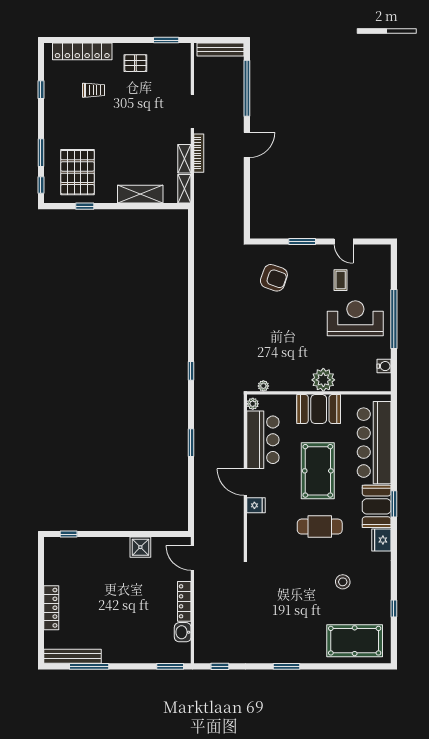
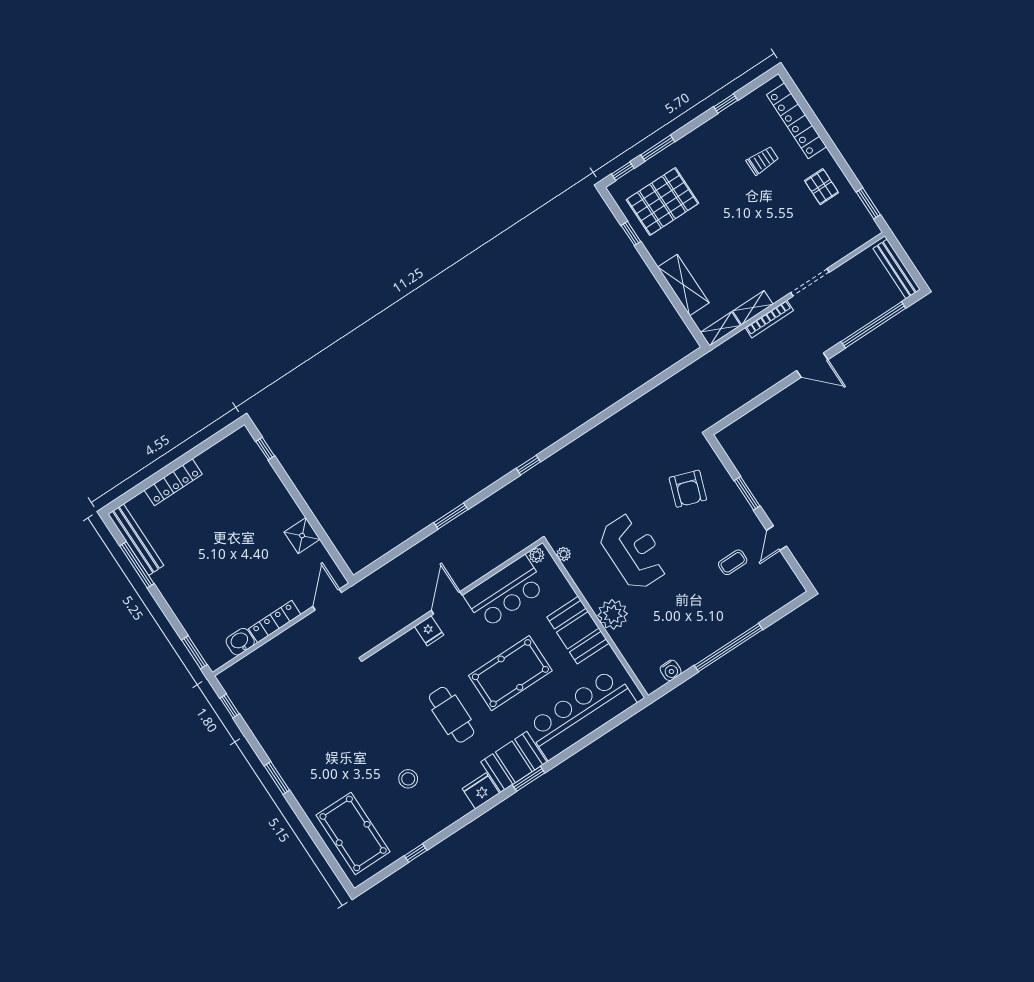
trolley: (93, 90) -> (762, 161), turned -90
reception desk: (355, 318) -> (634, 551), moved

